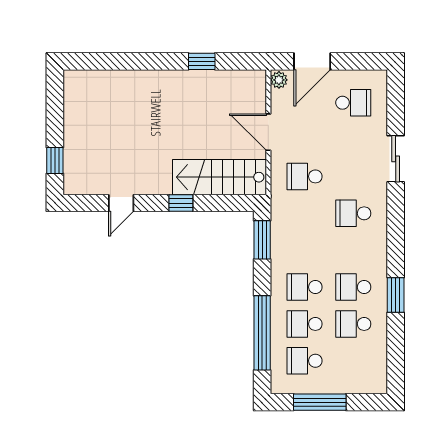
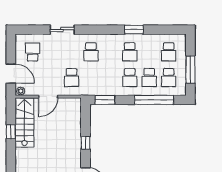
stairs: (220, 177) -> (24, 122), moved, turned 180
school desk: (353, 324) -> (169, 52), moved

